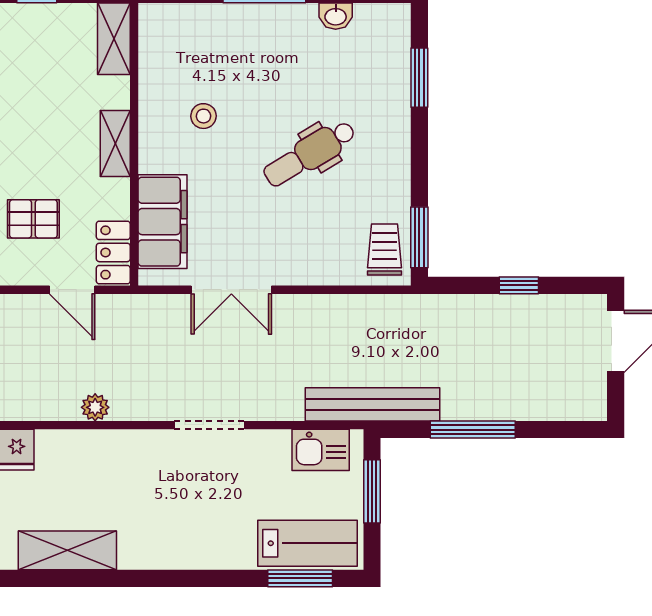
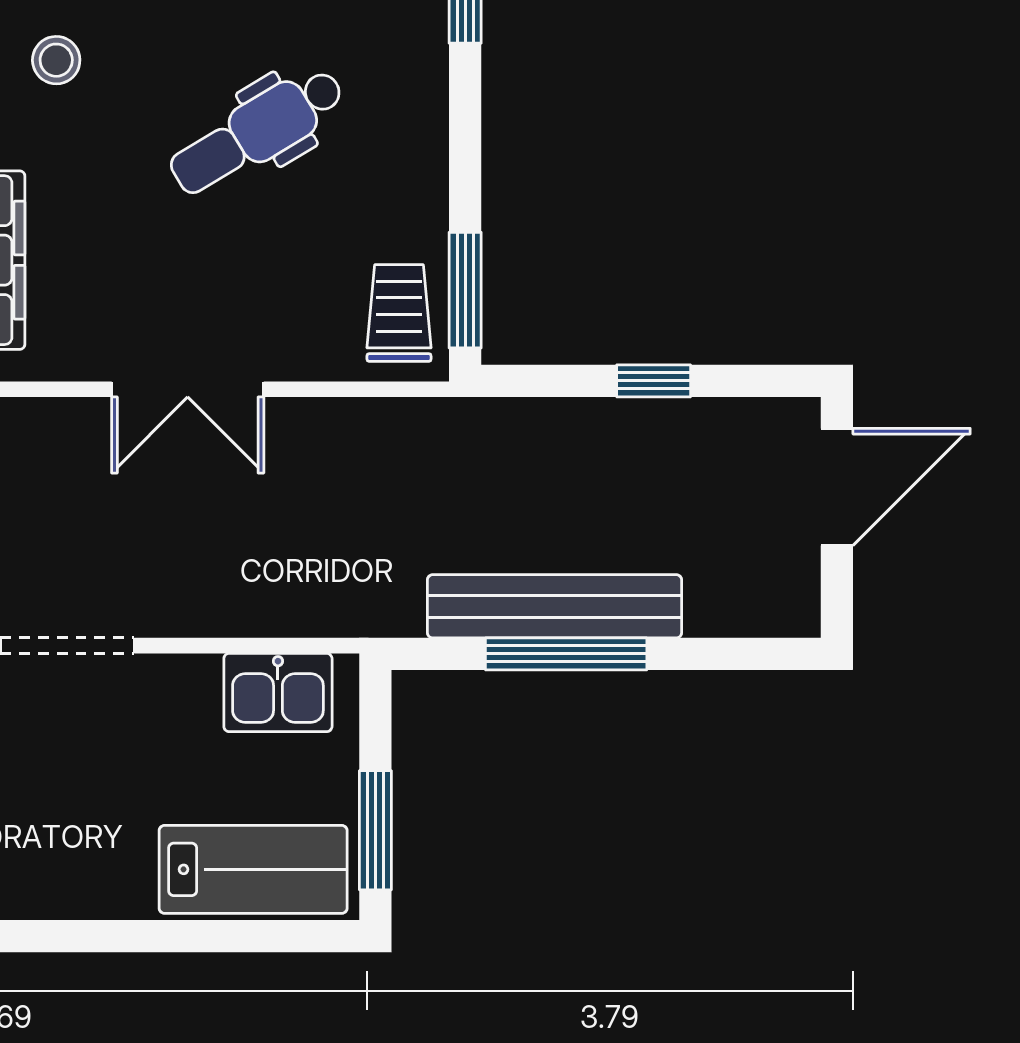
double door: (231, 290) -> (188, 389), moved
bench: (373, 404) -> (555, 606), moved
window: (372, 491) -> (375, 830), moved
window: (300, 578) -> (239, 936), removed

